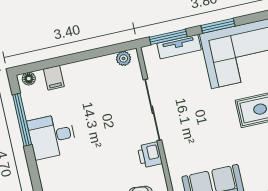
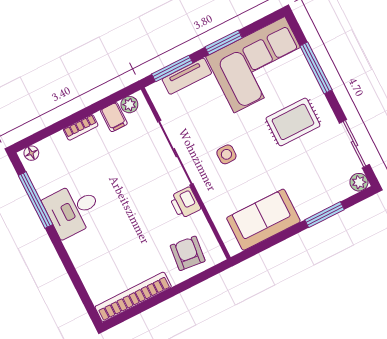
bookcase: (77, 67) -> (81, 127), added
filing cabinet: (54, 78) -> (114, 117), moved
side table: (196, 122) -> (226, 154), added

